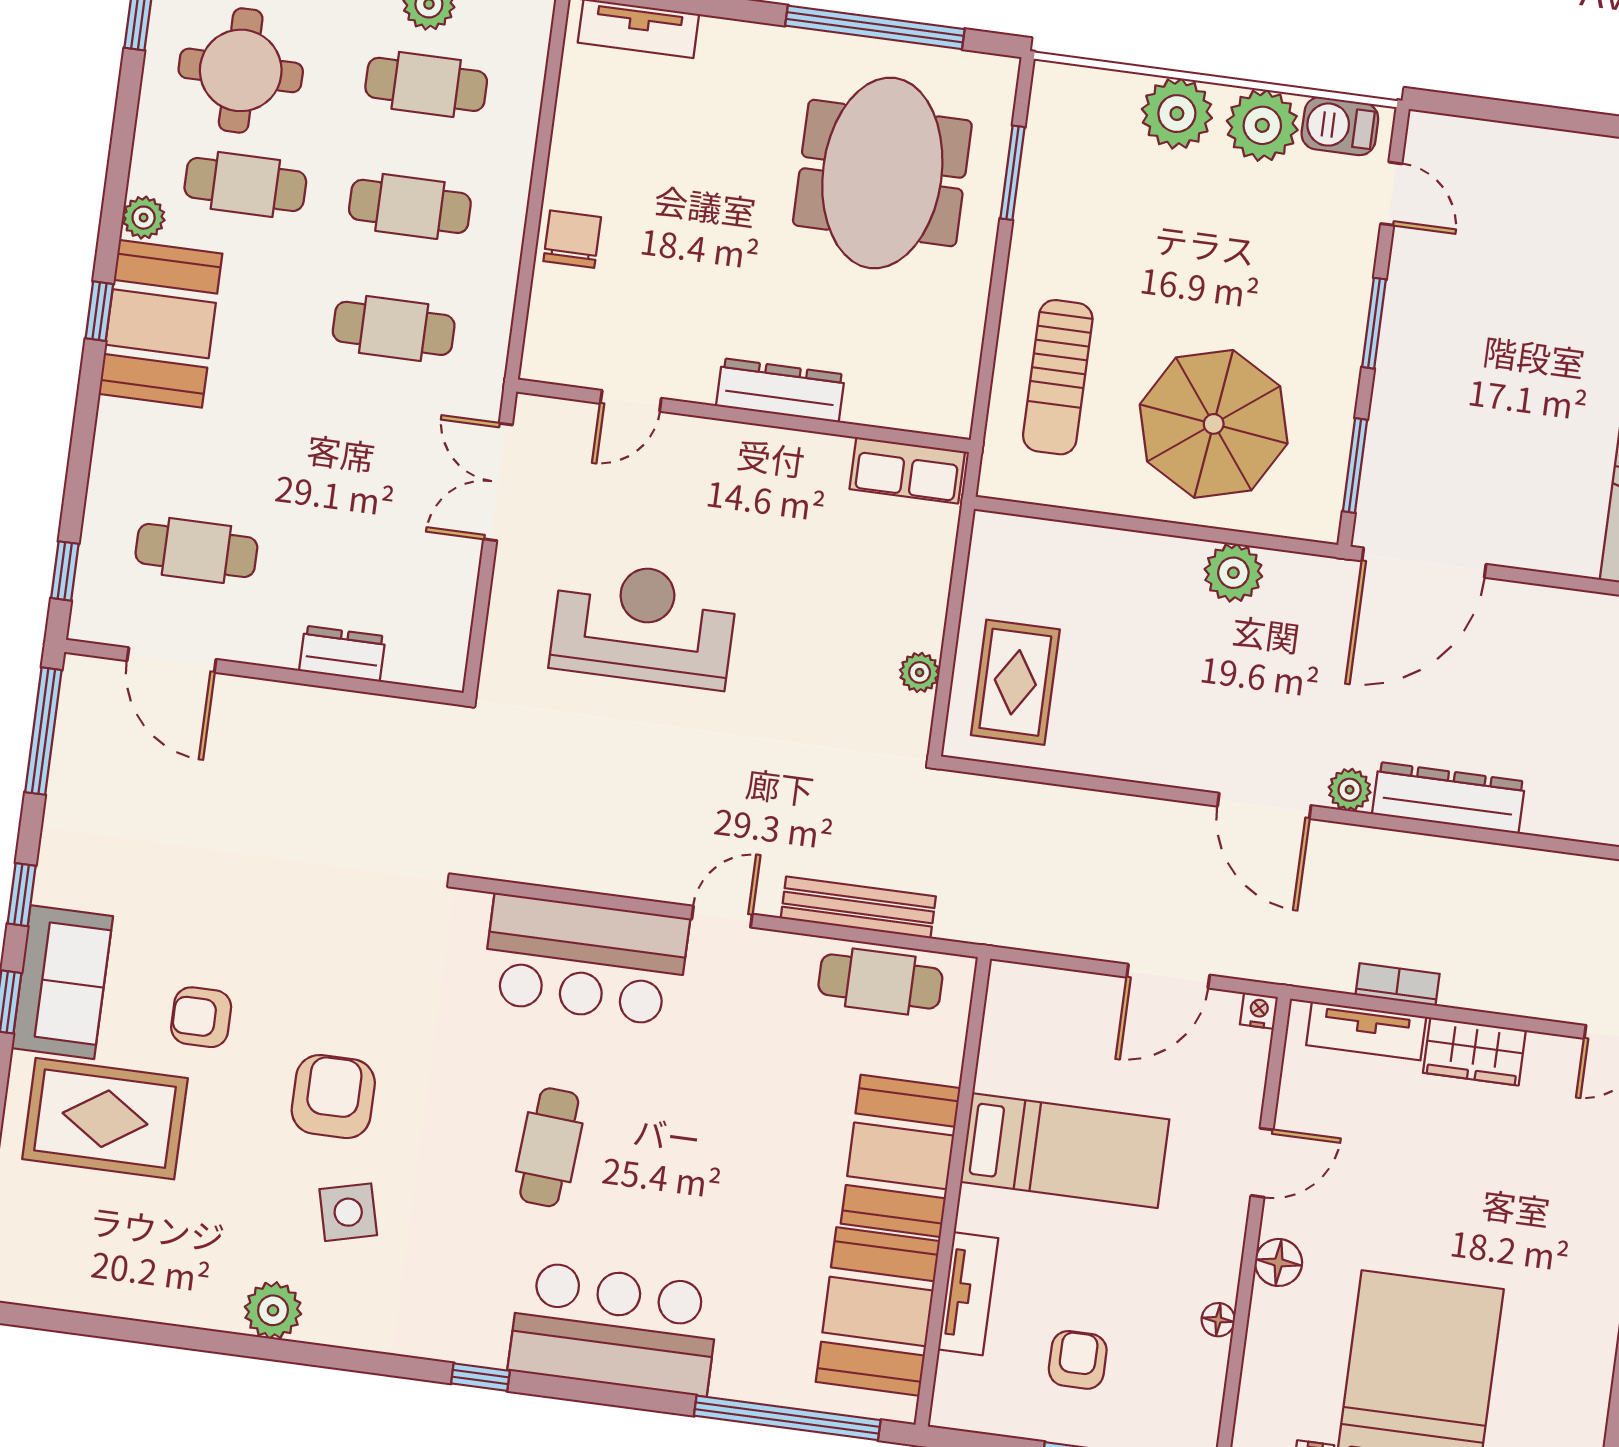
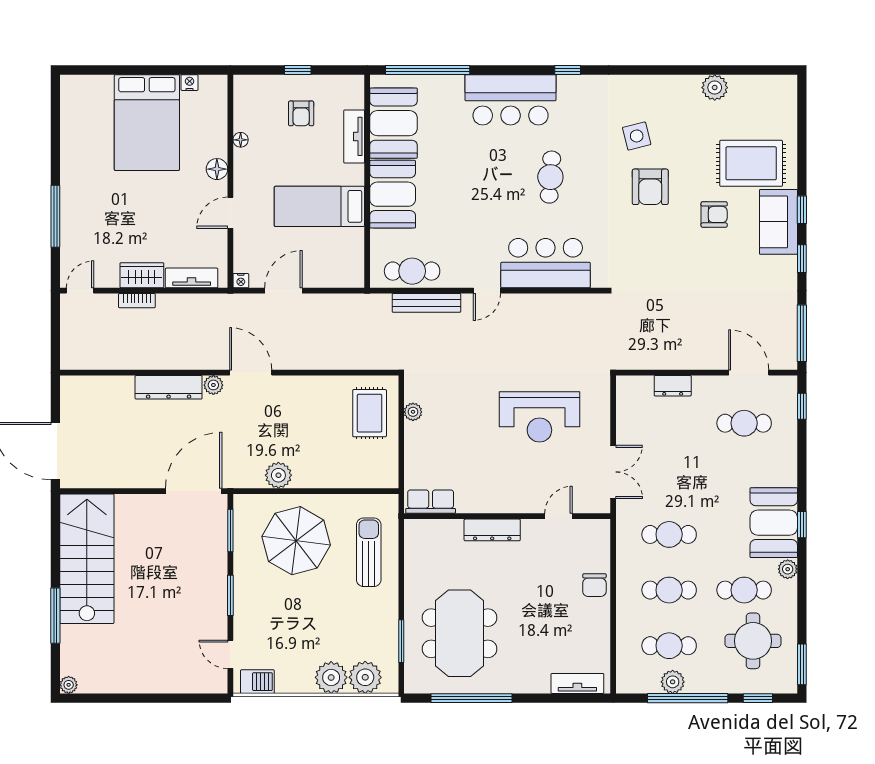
plant: (1262, 125) -> (365, 677), moved
bookcase: (1398, 984) -> (137, 301), moved
plant: (273, 1310) -> (715, 88), moved

